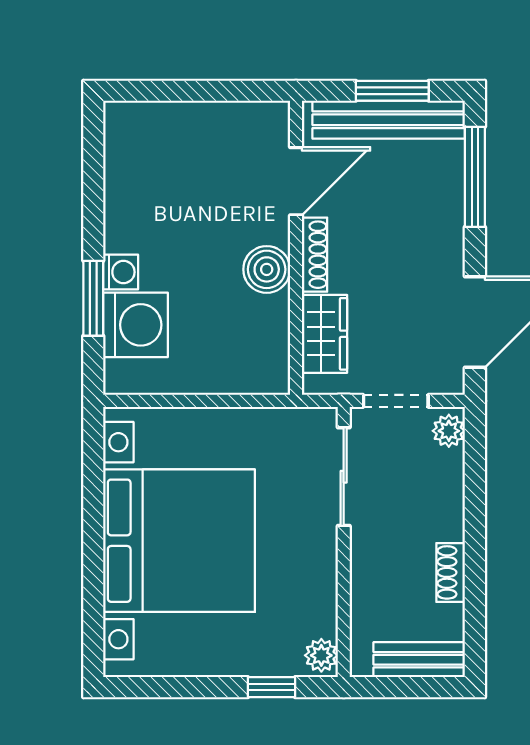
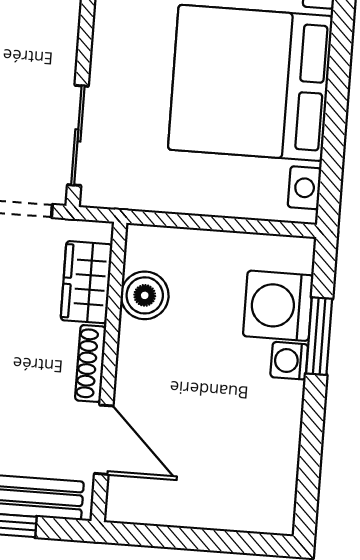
door: (296, 181) -> (104, 440), swing flipped
boiler: (267, 269) -> (145, 295), moved

